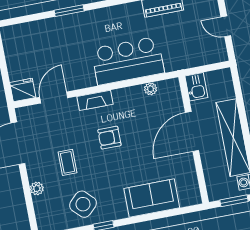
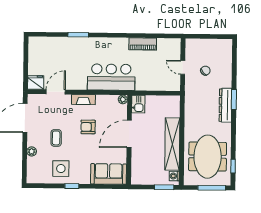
kitchen sink: (196, 87) -> (138, 104), moved
door: (192, 131) -> (129, 134), moved
wall: (194, 140) -> (129, 140), moved
side table: (83, 204) -> (61, 169), turned 45

